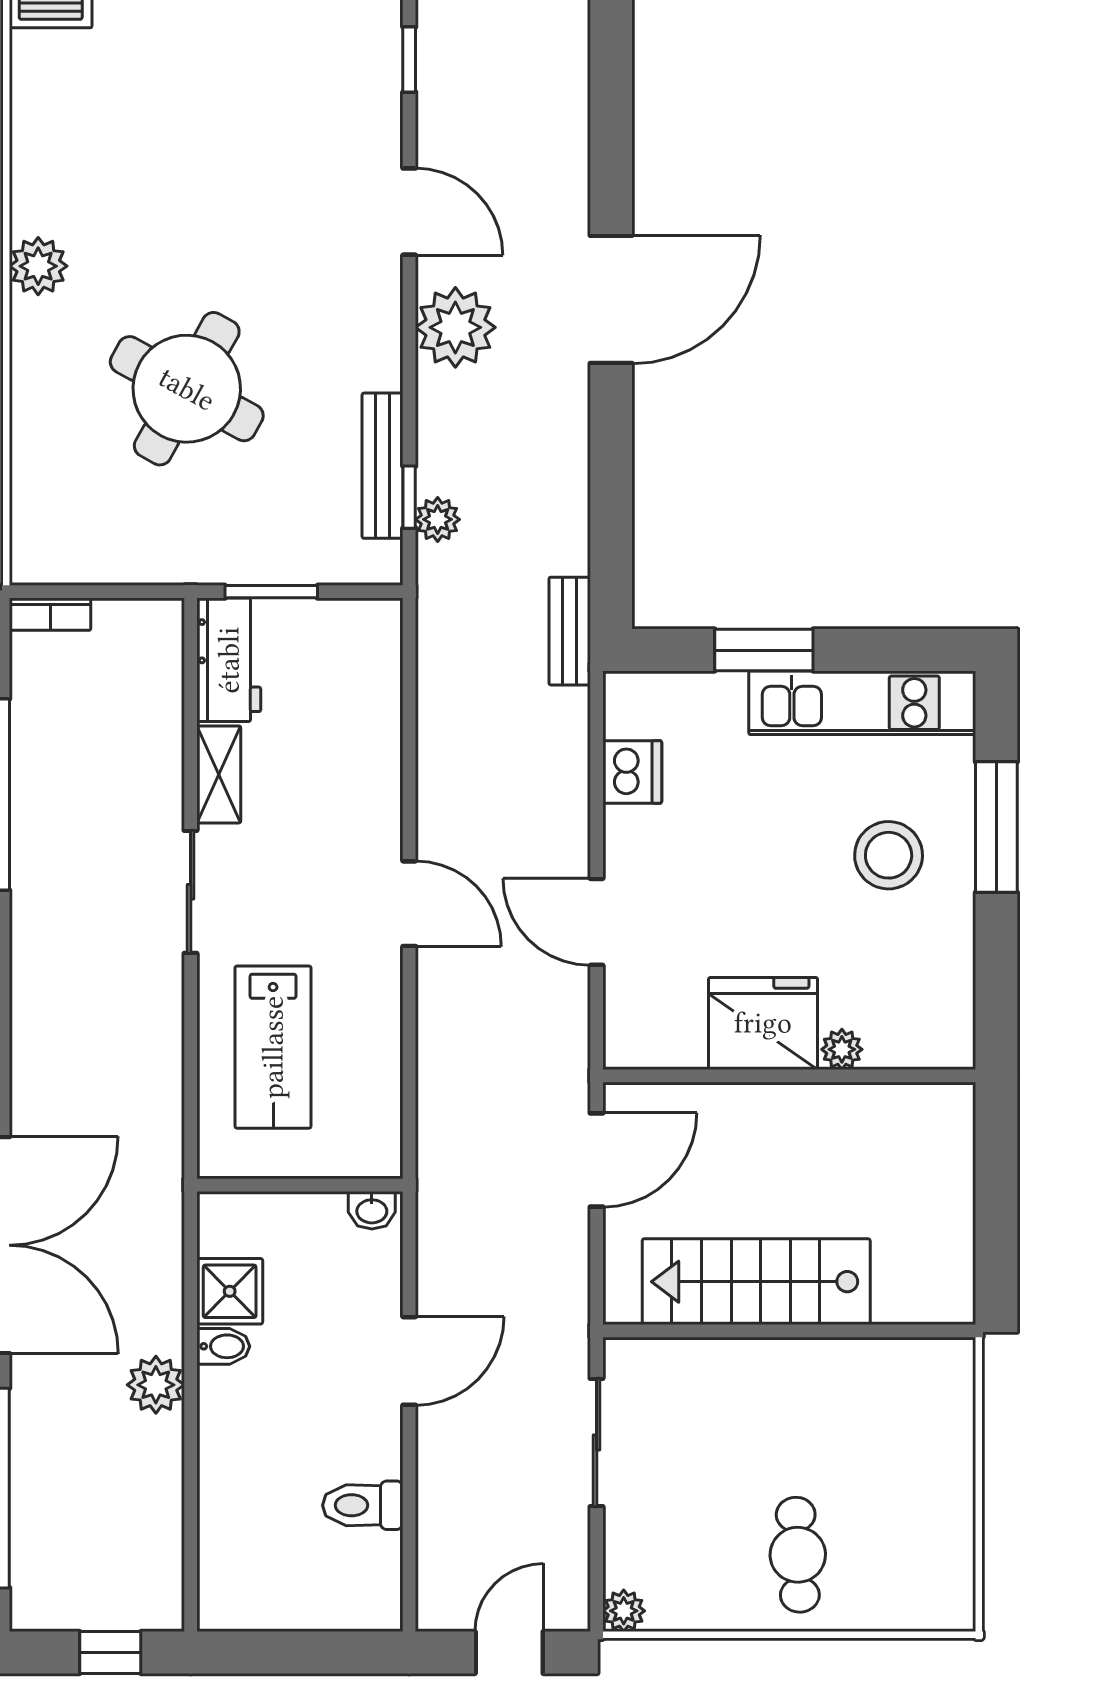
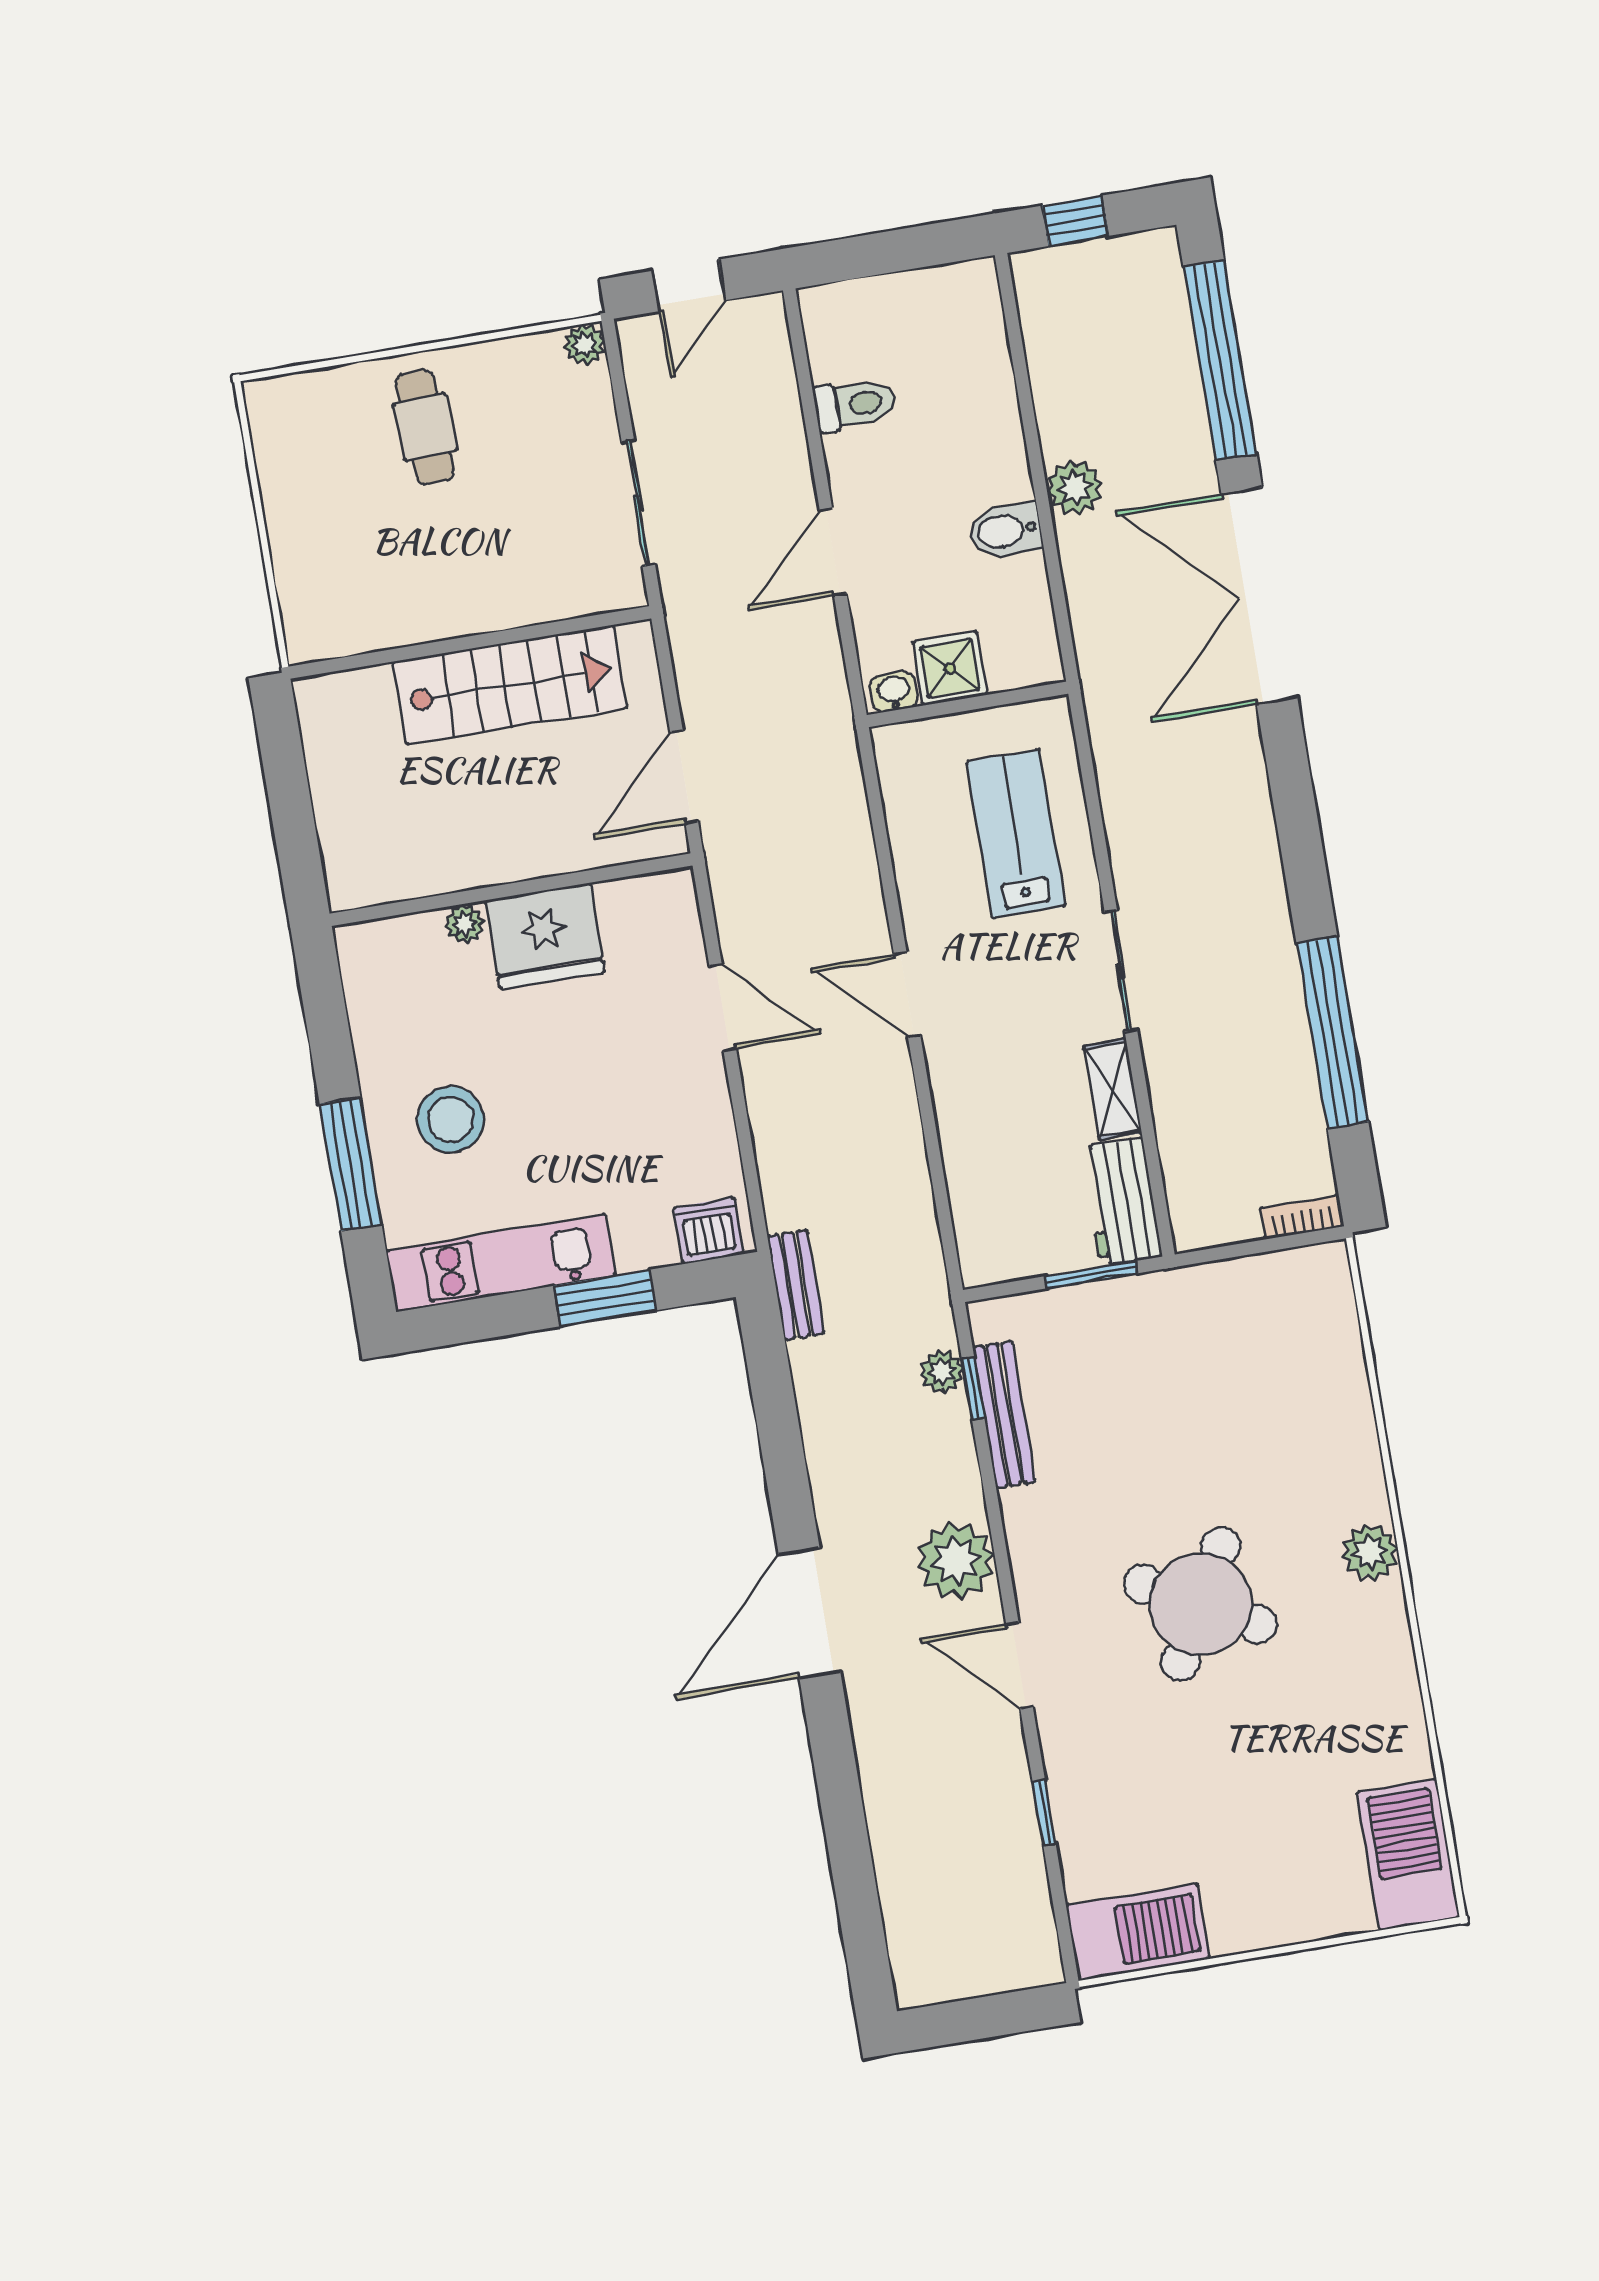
round table: (187, 389) -> (1201, 1604), moved
dishwasher: (632, 772) -> (709, 1231), moved, turned 90
shower: (230, 1291) -> (950, 668), moved
bidet: (223, 1346) -> (1005, 531), width x1.38, depth x1.36

